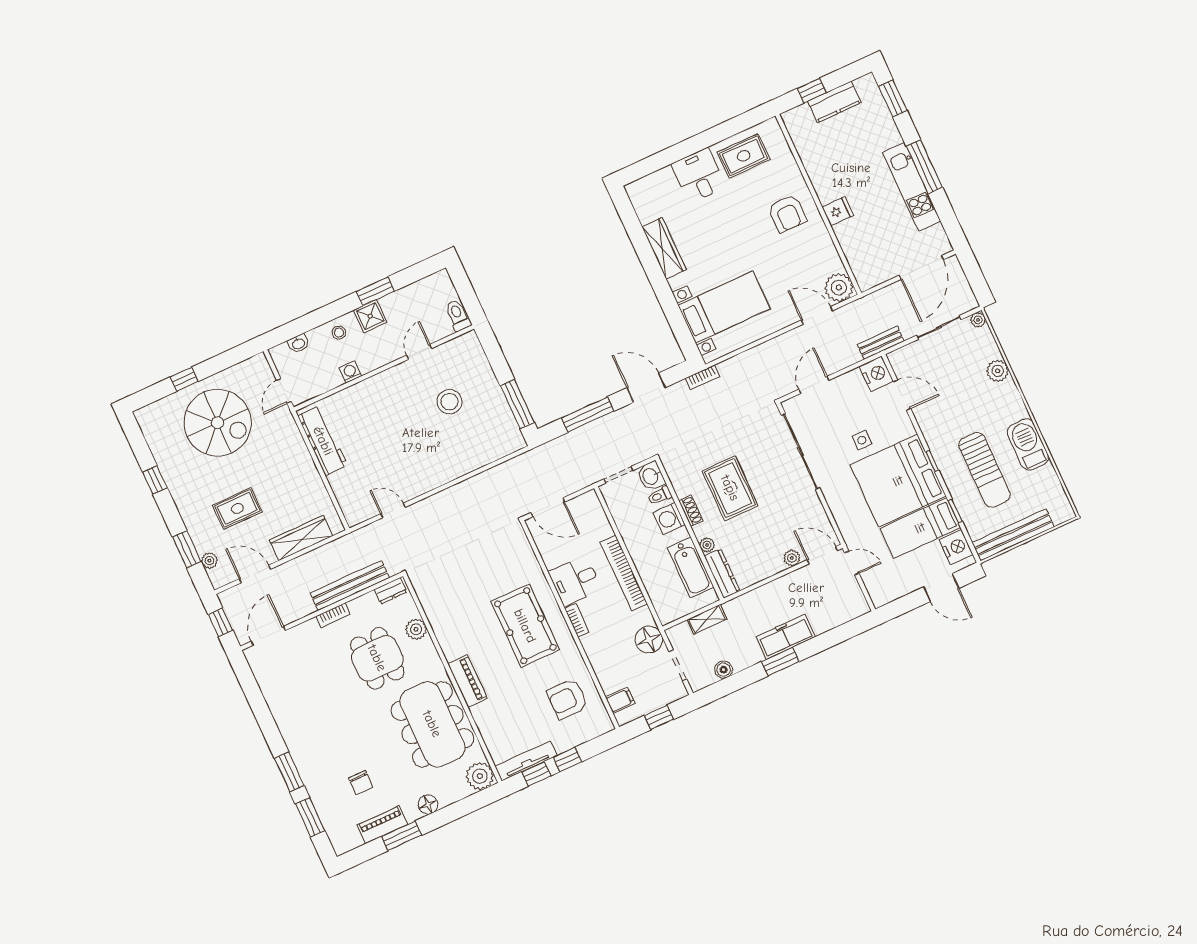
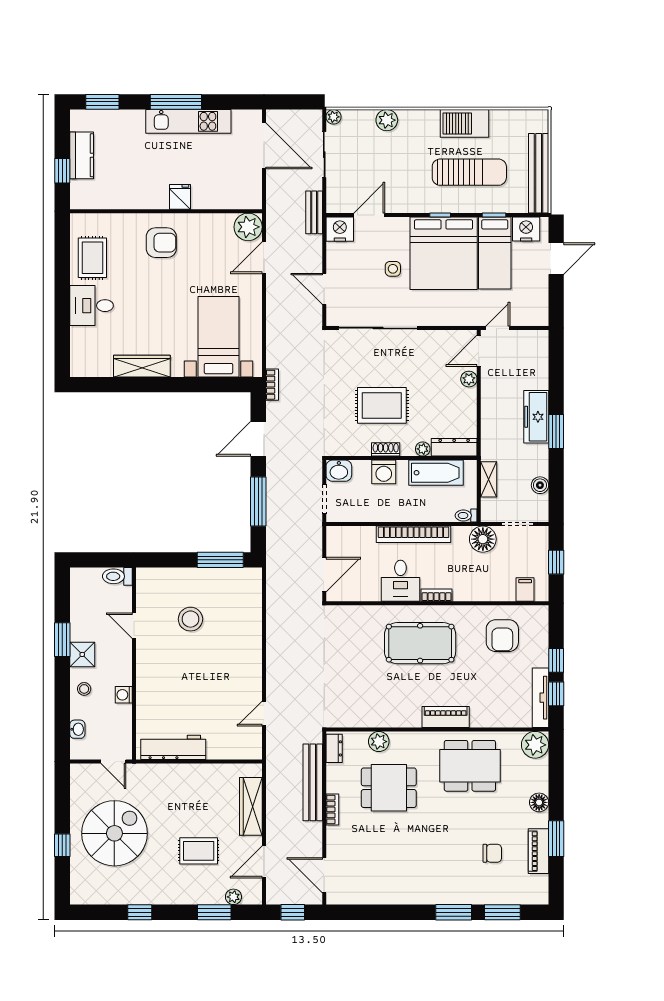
toilet: (660, 496) -> (466, 515), moved, turned 90
rug: (237, 508) -> (199, 851), turned 90
dining table: (432, 724) -> (470, 766), width x0.73, depth x0.80

